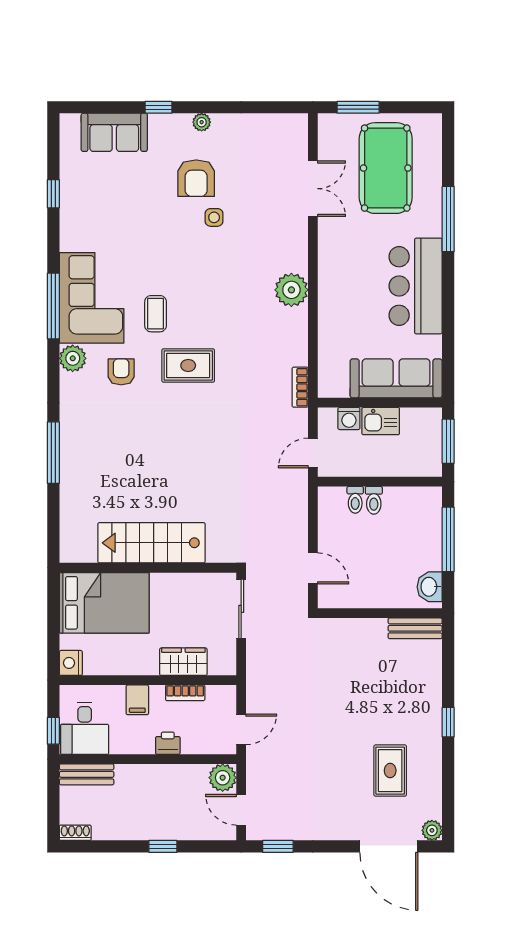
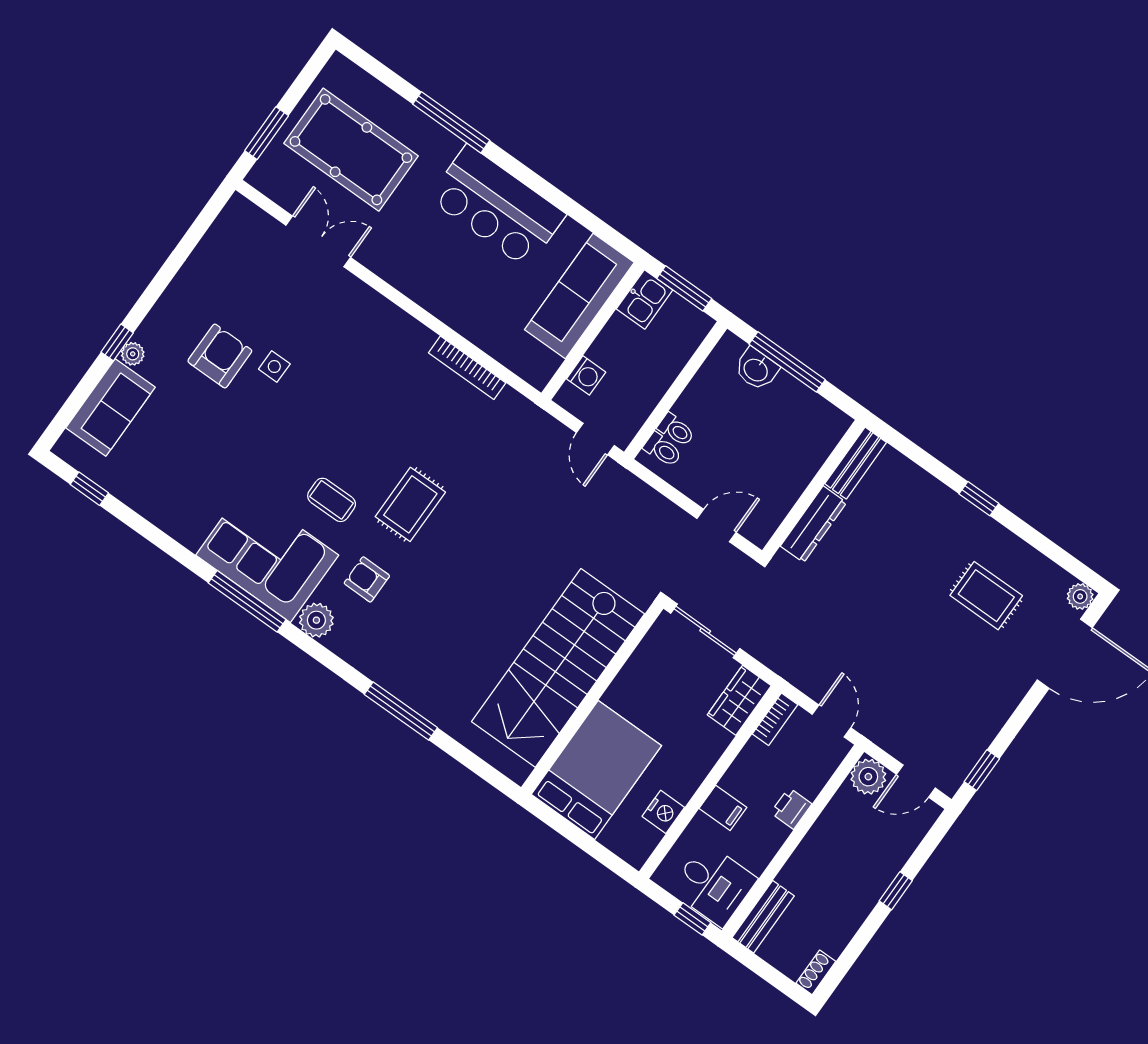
plant: (202, 122) -> (133, 354), moved
armchair: (196, 178) -> (220, 356), turned -90
window: (53, 194) -> (89, 489), moved
plant: (291, 290) -> (408, 340), removed
bookcase: (300, 387) -> (467, 368), moved, width x1.56
kitchen sink: (381, 421) -> (645, 299), moved
toilet: (374, 500) -> (663, 450), moved
stairs: (151, 543) -> (558, 668), width x1.36, depth x1.51
washbasin: (430, 587) -> (756, 369), moved
dresser: (357, 629) -> (813, 524), added
wardrobe: (183, 662) -> (739, 700), moved
nightstand: (71, 663) -> (663, 812), moved, turned -90
bookcase: (185, 693) -> (775, 719), moved

